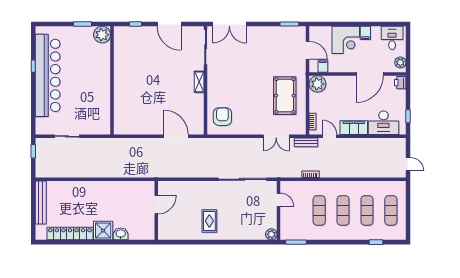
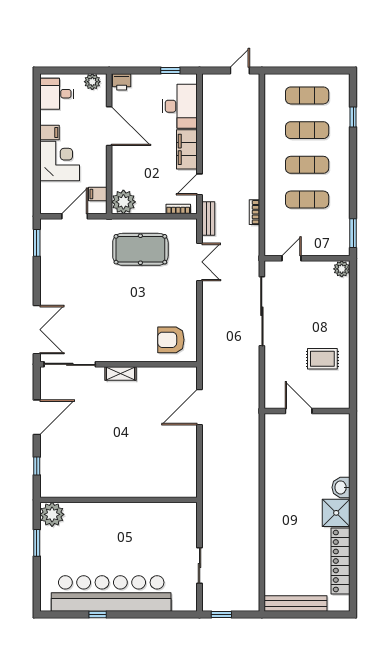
door: (156, 205) -> (299, 411), moved
wall: (156, 210) -> (307, 411), moved

